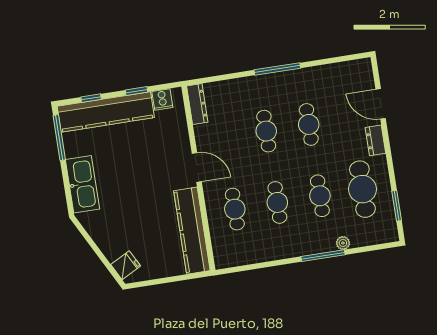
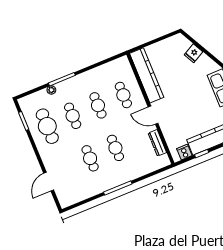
dresser: (197, 104) -> (157, 143), moved
door: (381, 104) -> (49, 182), swing flipped
dresser: (375, 140) -> (46, 158), removed
fridge: (126, 265) -> (194, 53), moved

